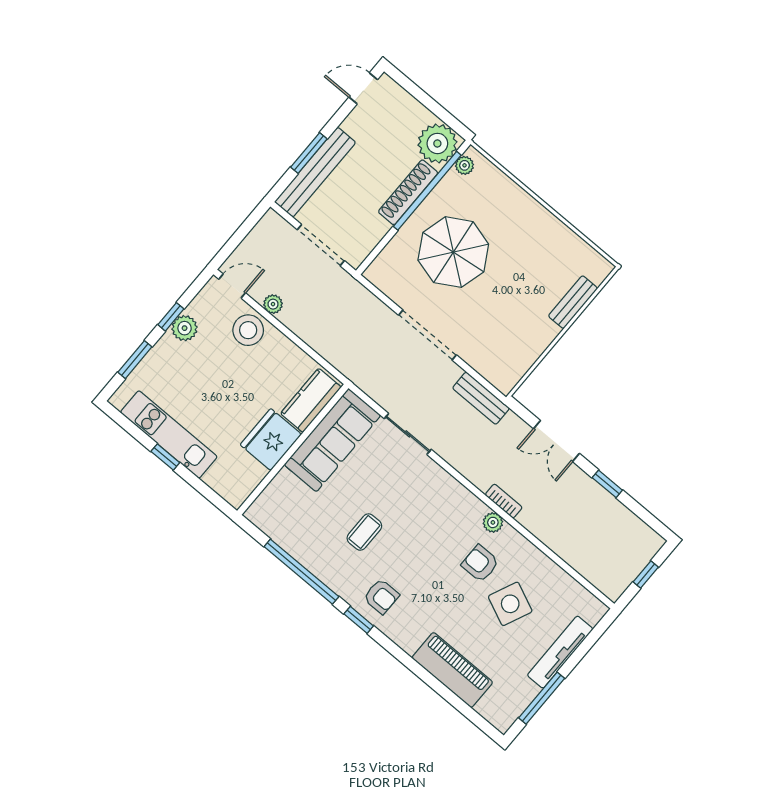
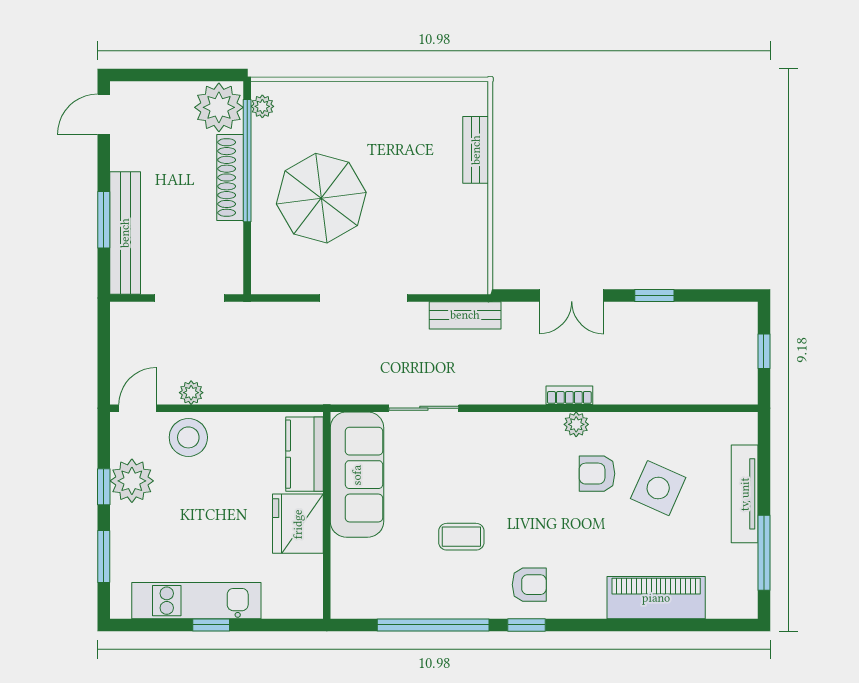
plant: (185, 328) -> (132, 481), width x1.36, depth x1.36
coffee table: (364, 532) -> (461, 537), turned 90

